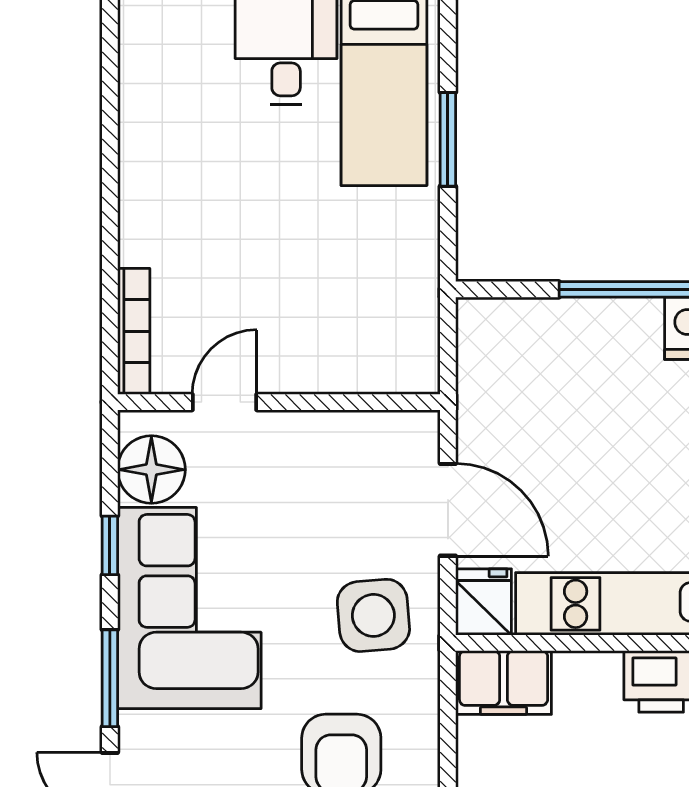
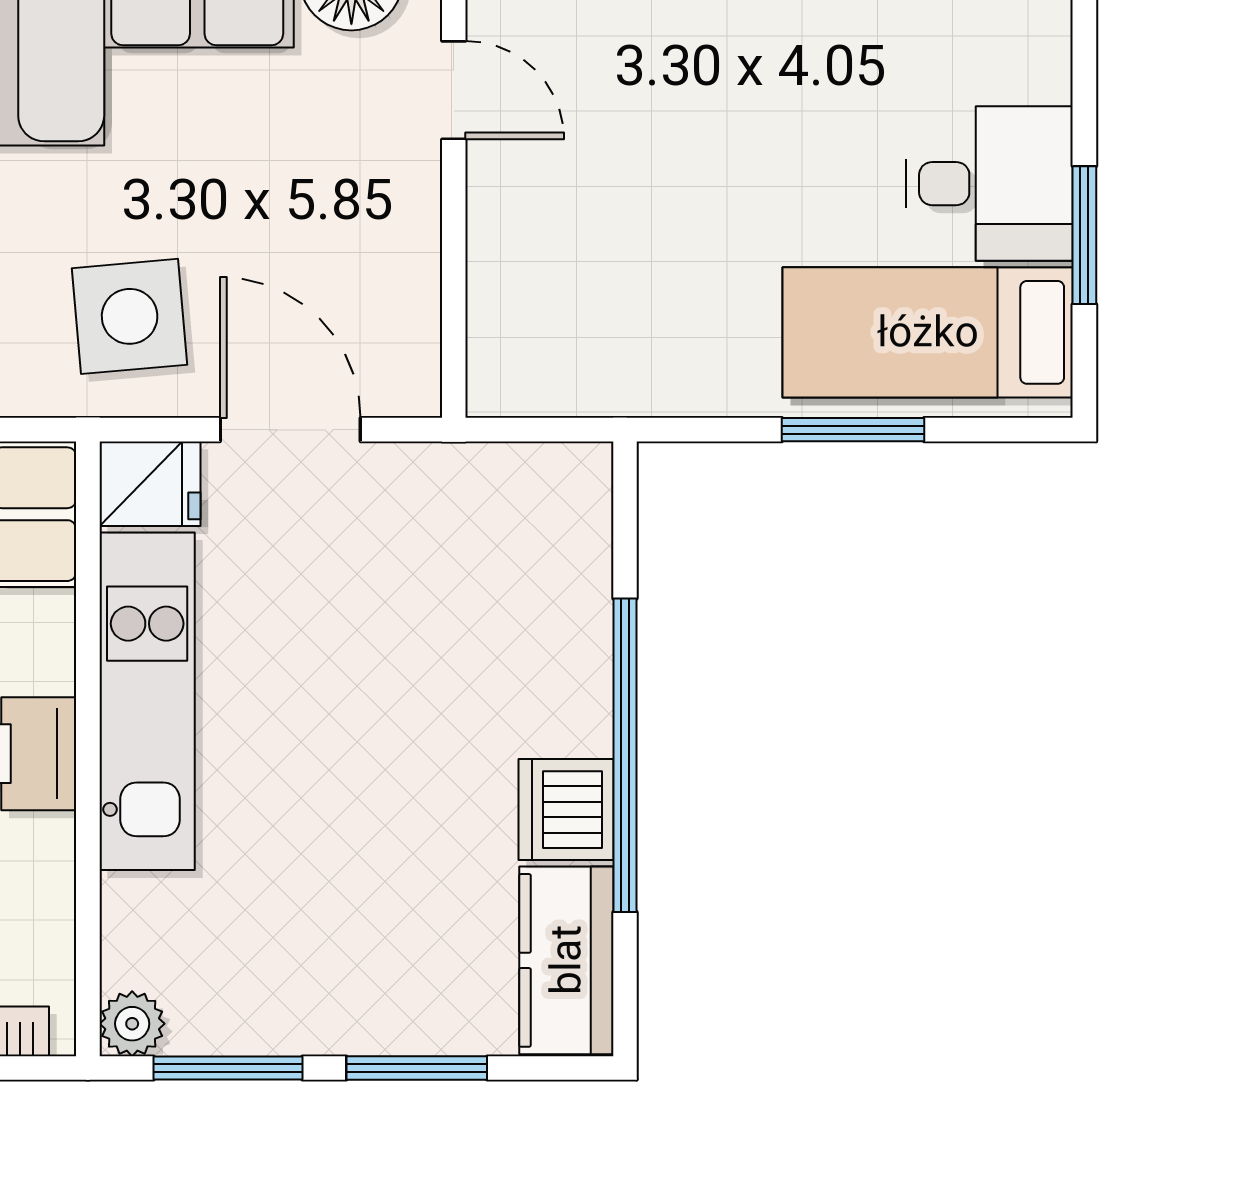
door: (448, 510) -> (290, 430), swing flipped

